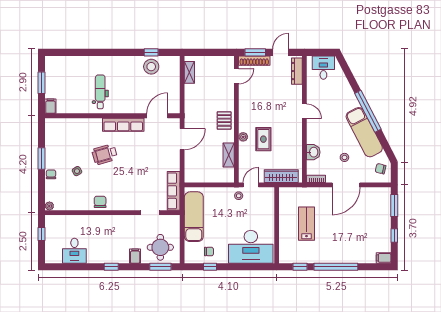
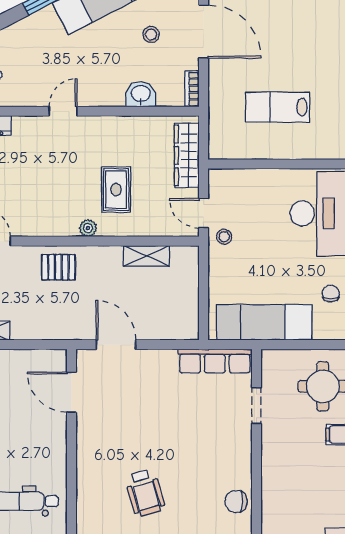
pallet: (224, 120) -> (58, 267), moved
row of seats: (123, 125) -> (89, 457), removed
plant: (243, 137) -> (88, 228), moved
rug: (263, 139) -> (116, 189), turned 90

